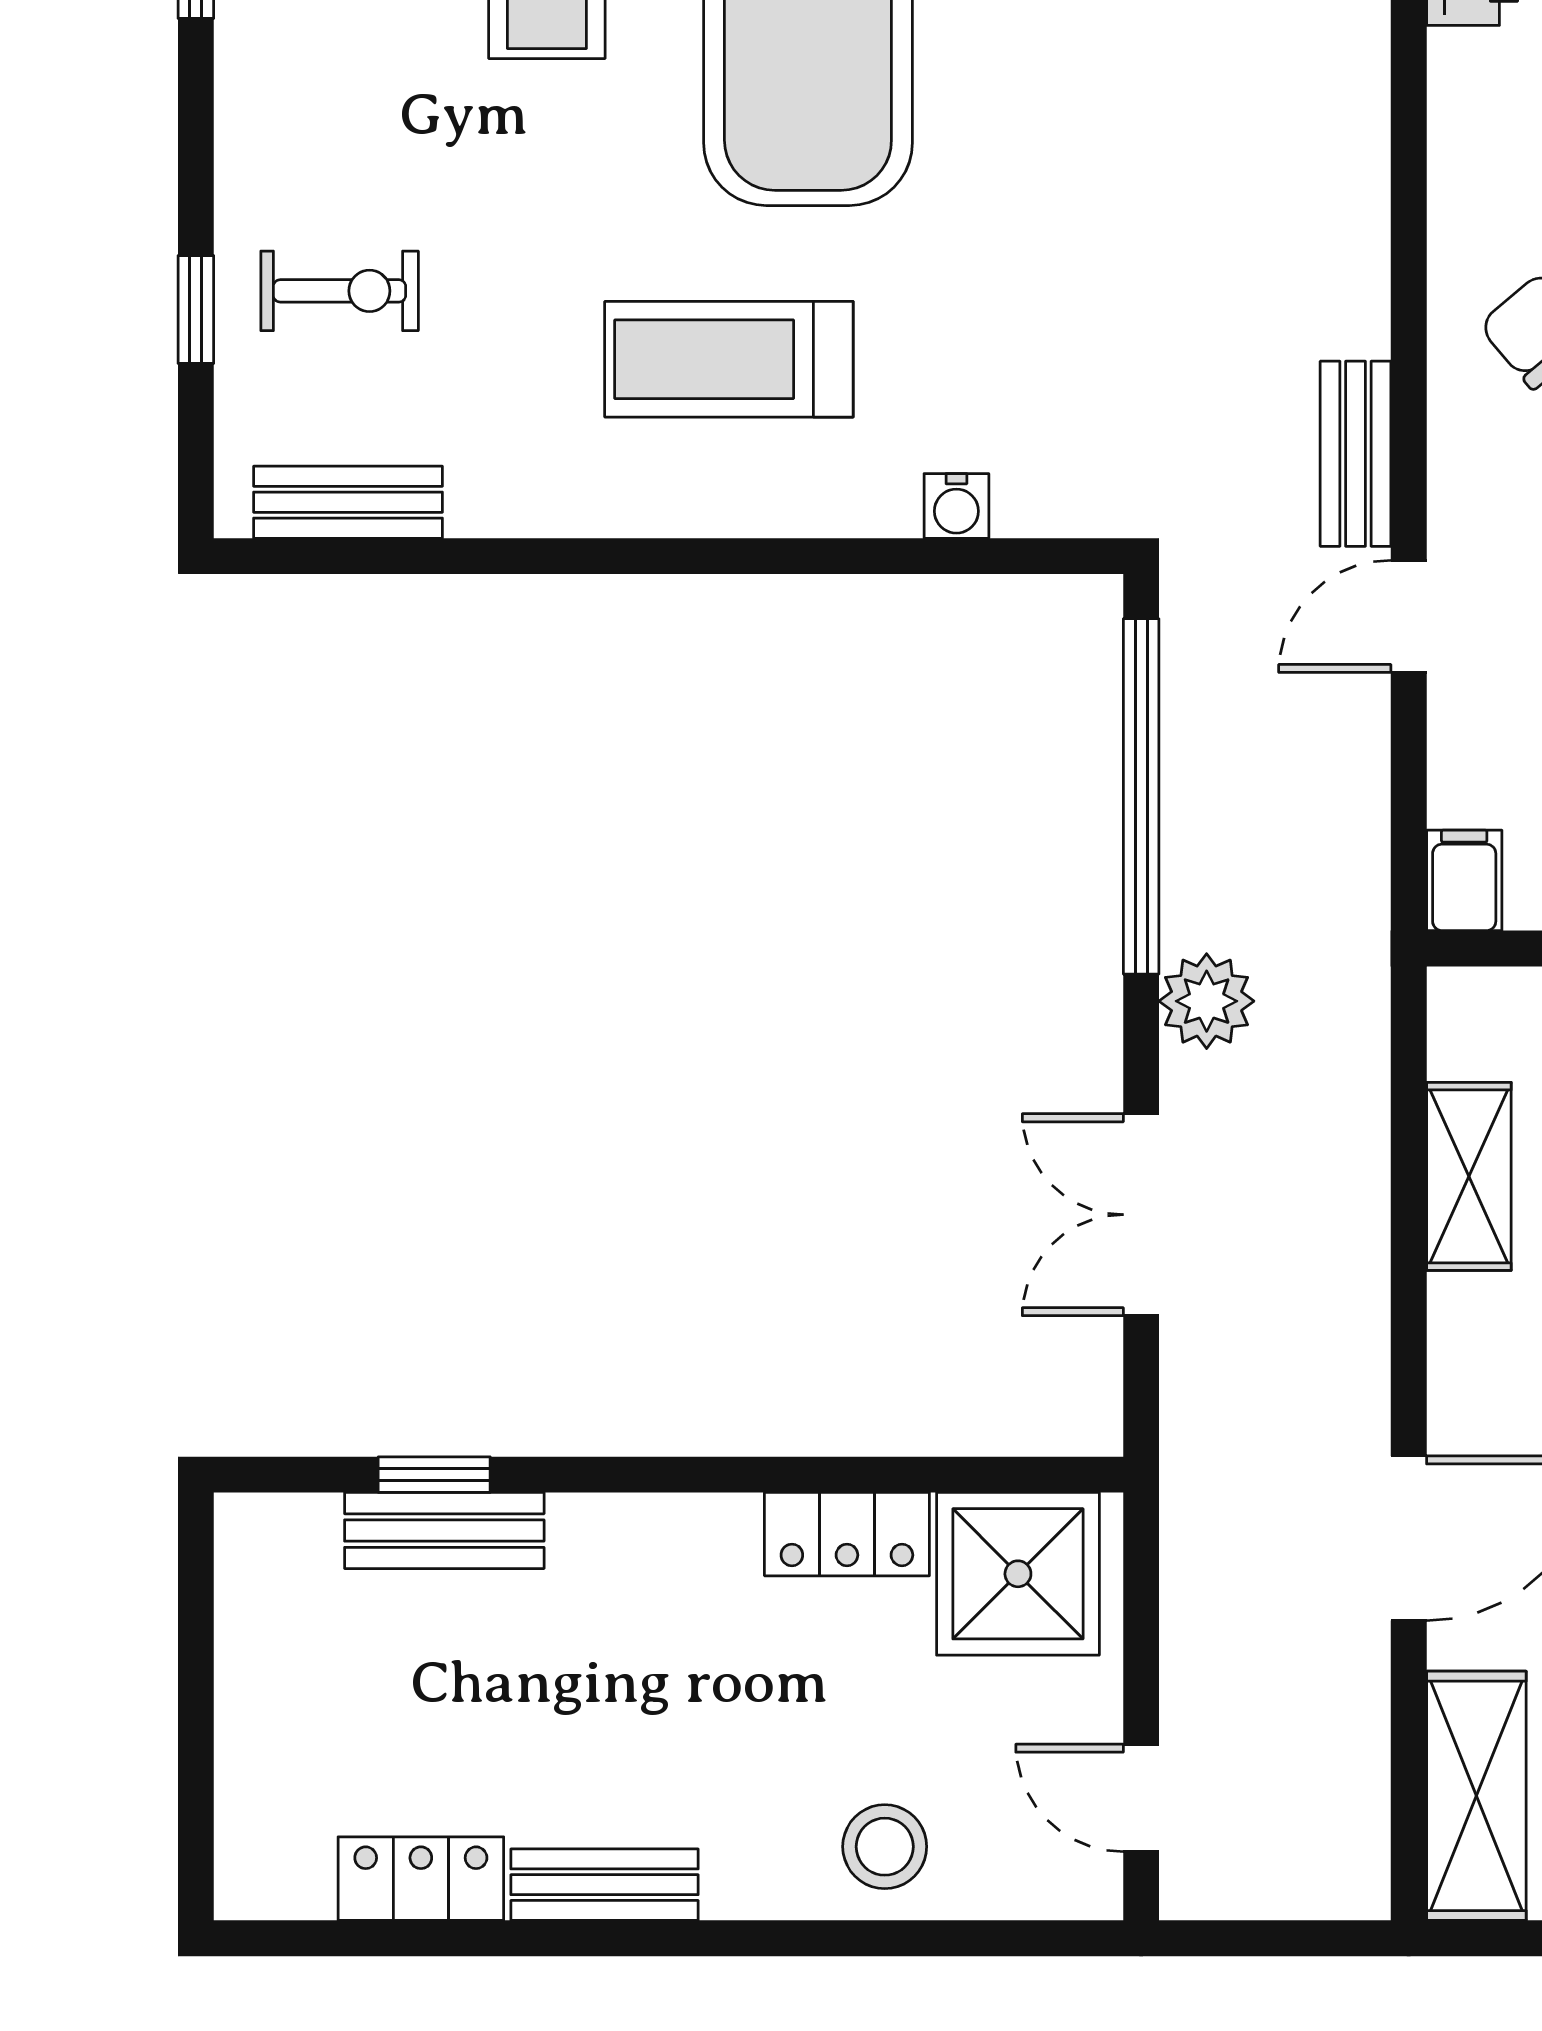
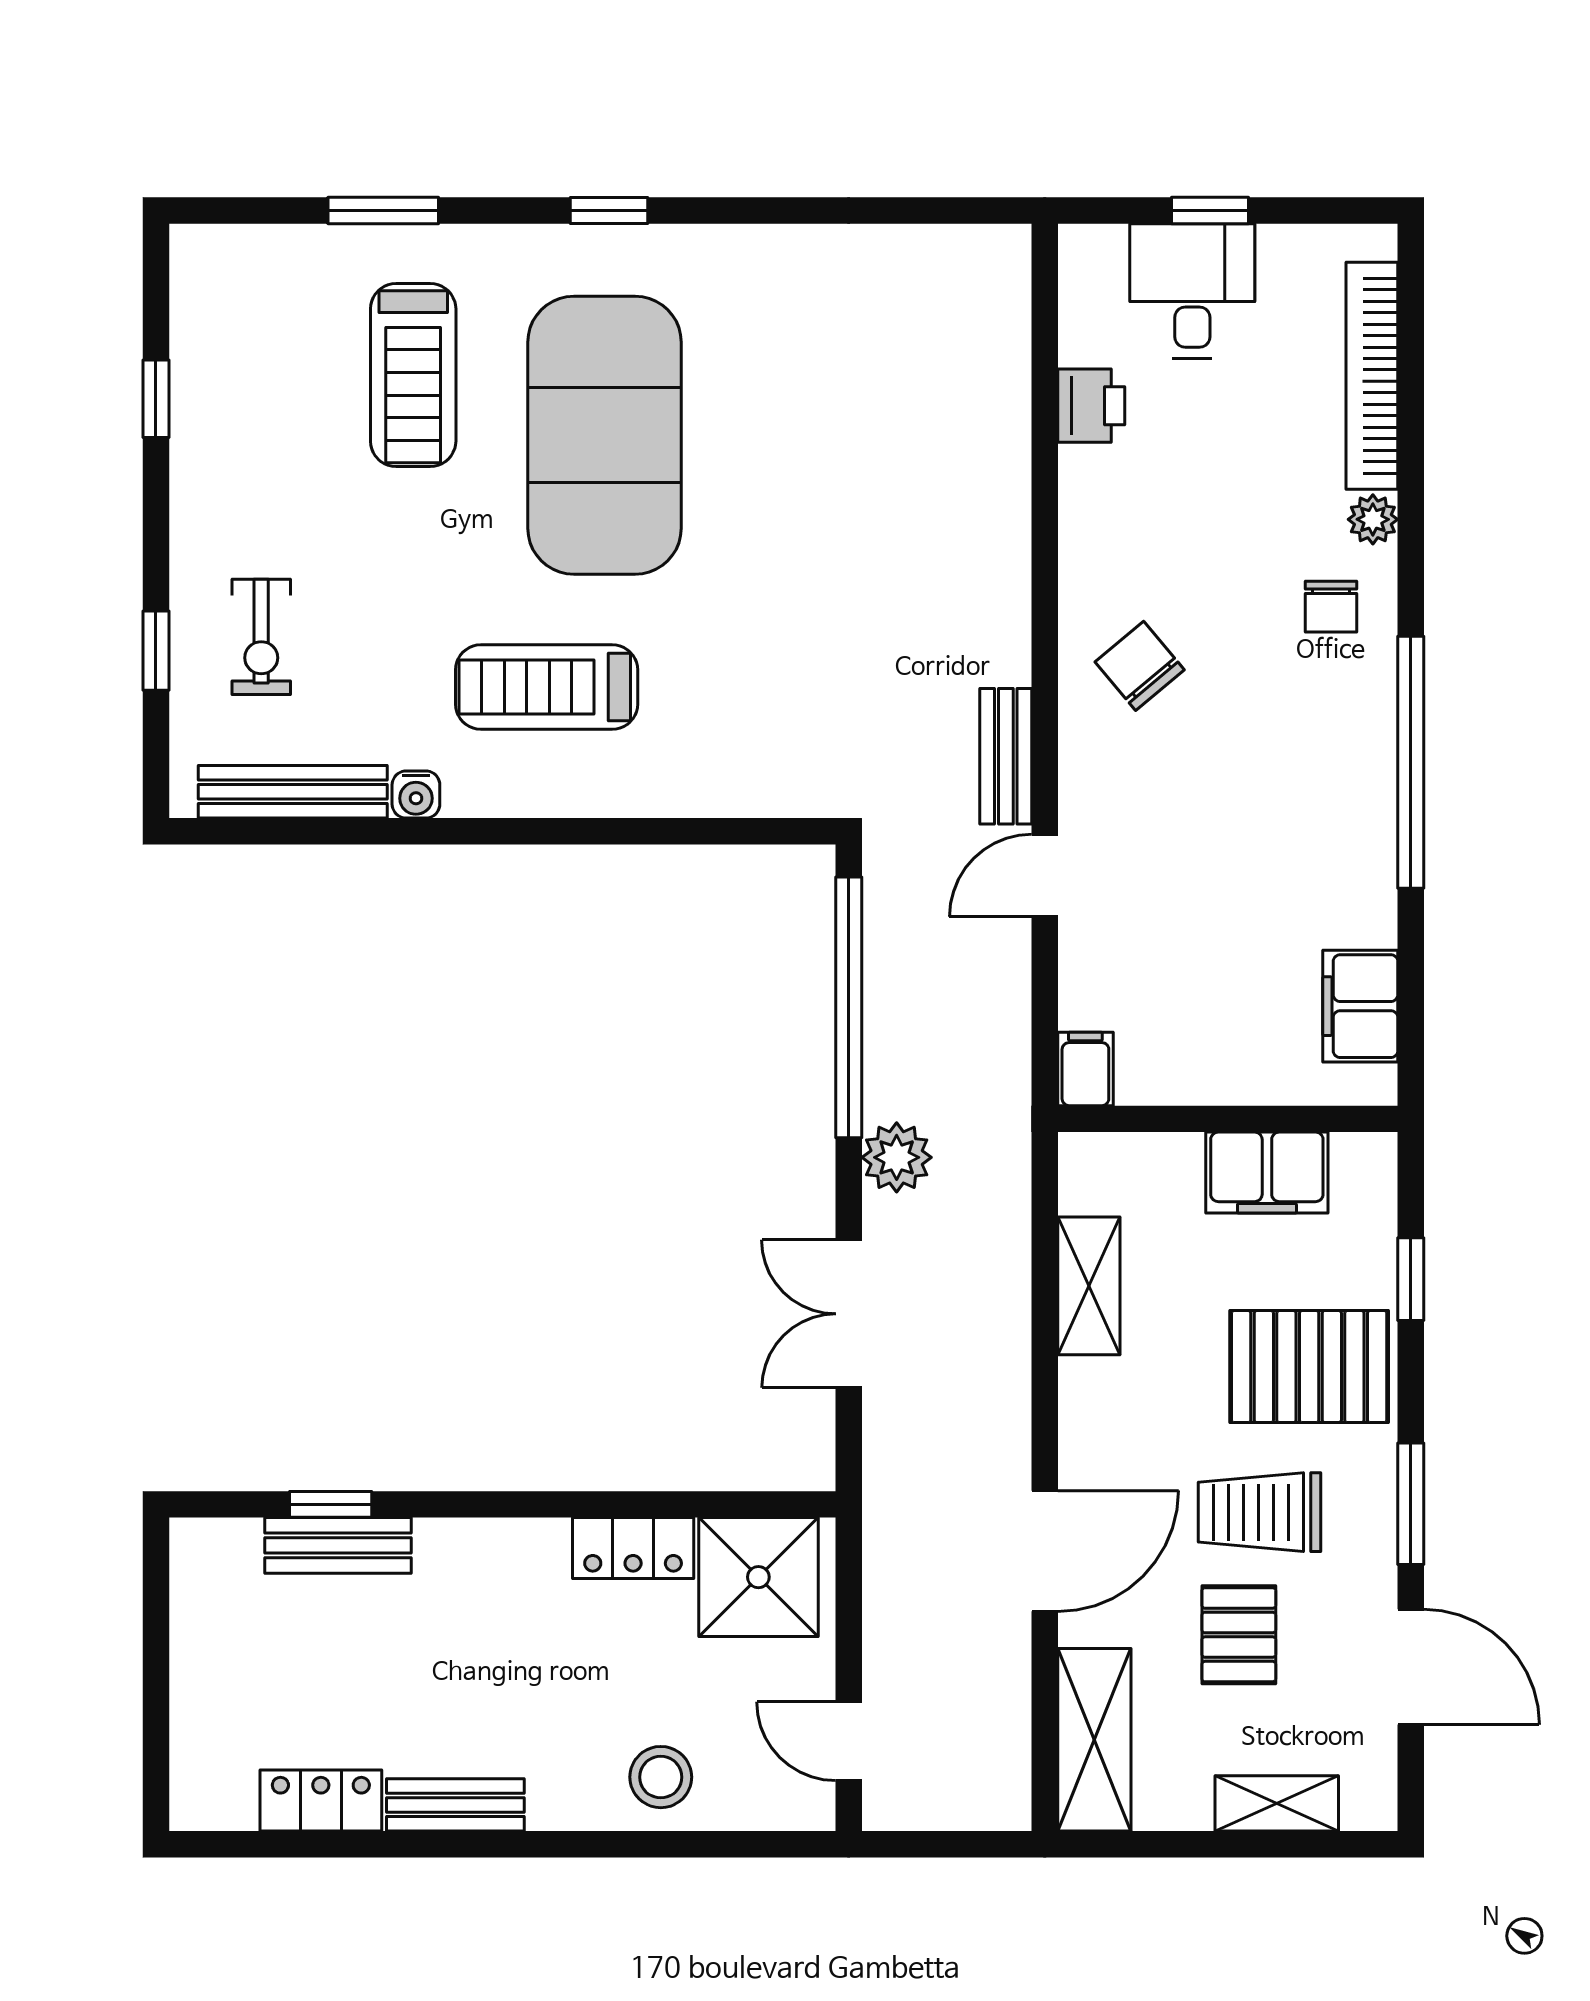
exercise bike: (340, 291) -> (261, 637), turned 90
bench: (348, 502) -> (293, 792), width x1.36
water cooler: (956, 506) -> (416, 795), moved

